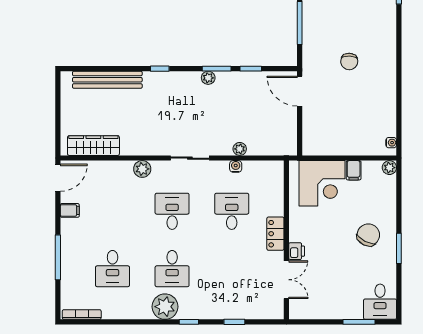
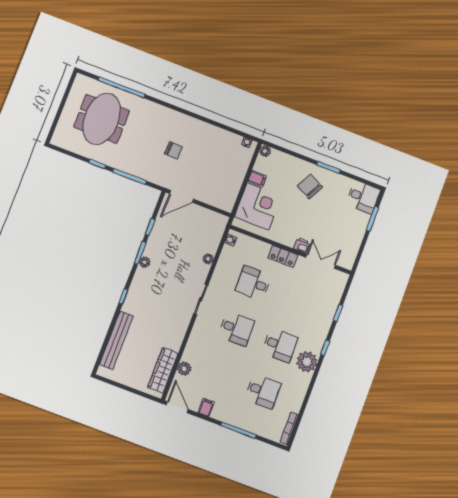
water cooler: (236, 166) -> (231, 240), moved
plant: (142, 169) -> (184, 369), moved
desk: (172, 211) -> (236, 329), turned 180

